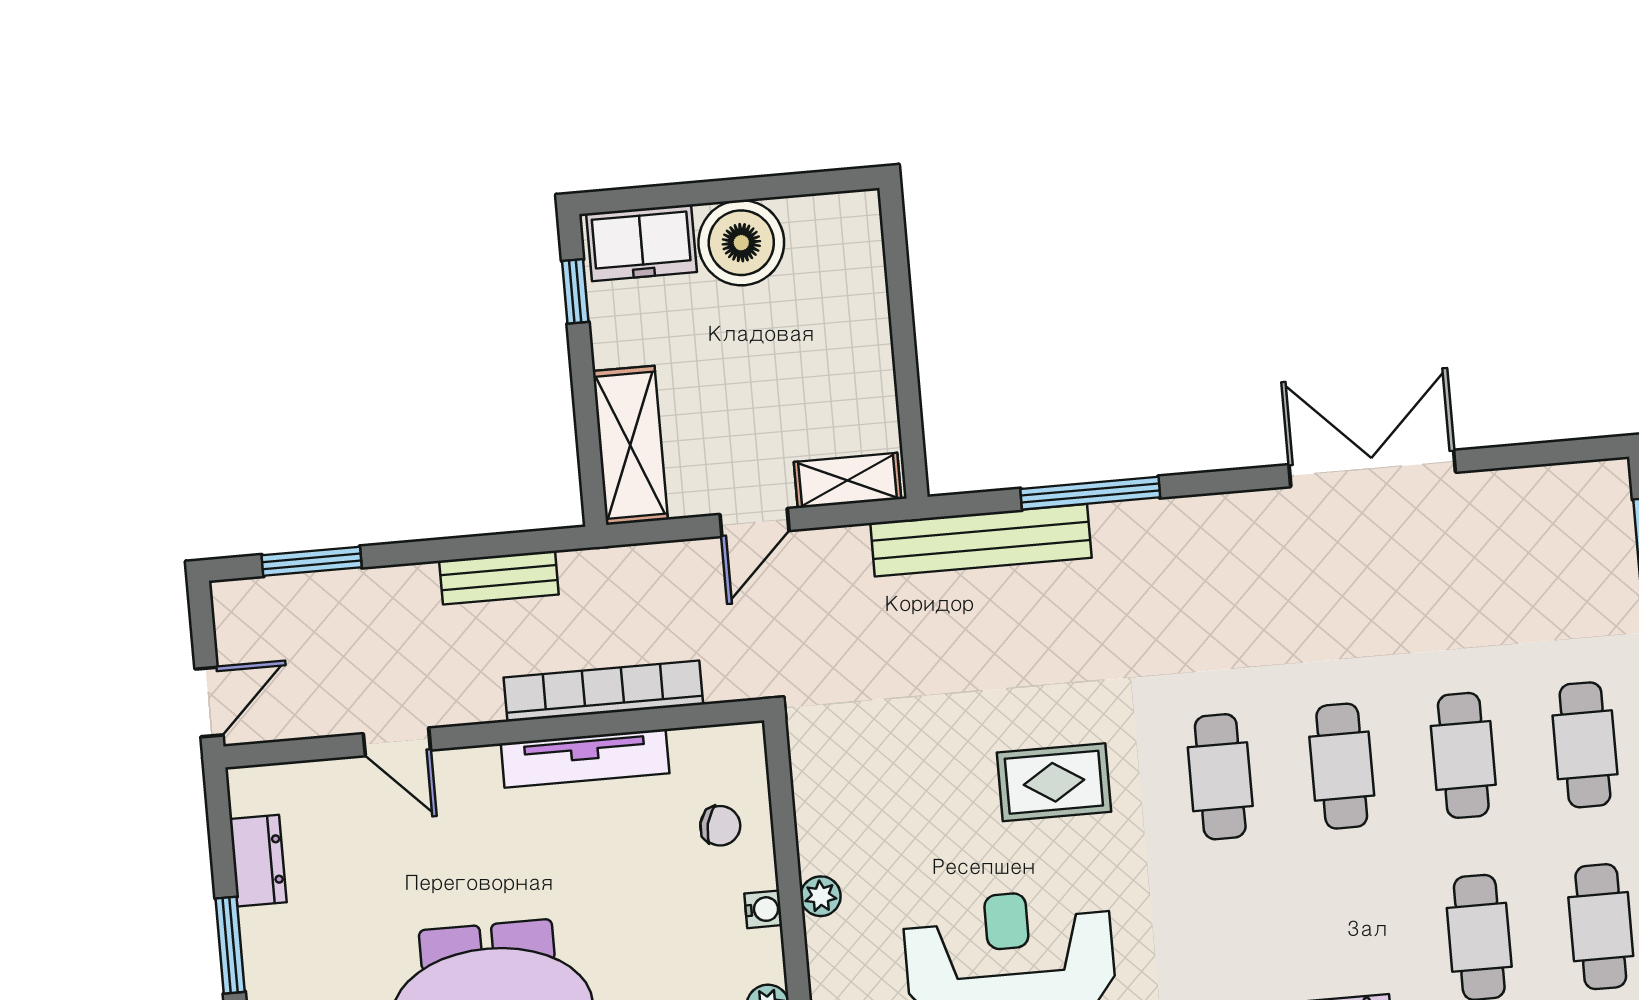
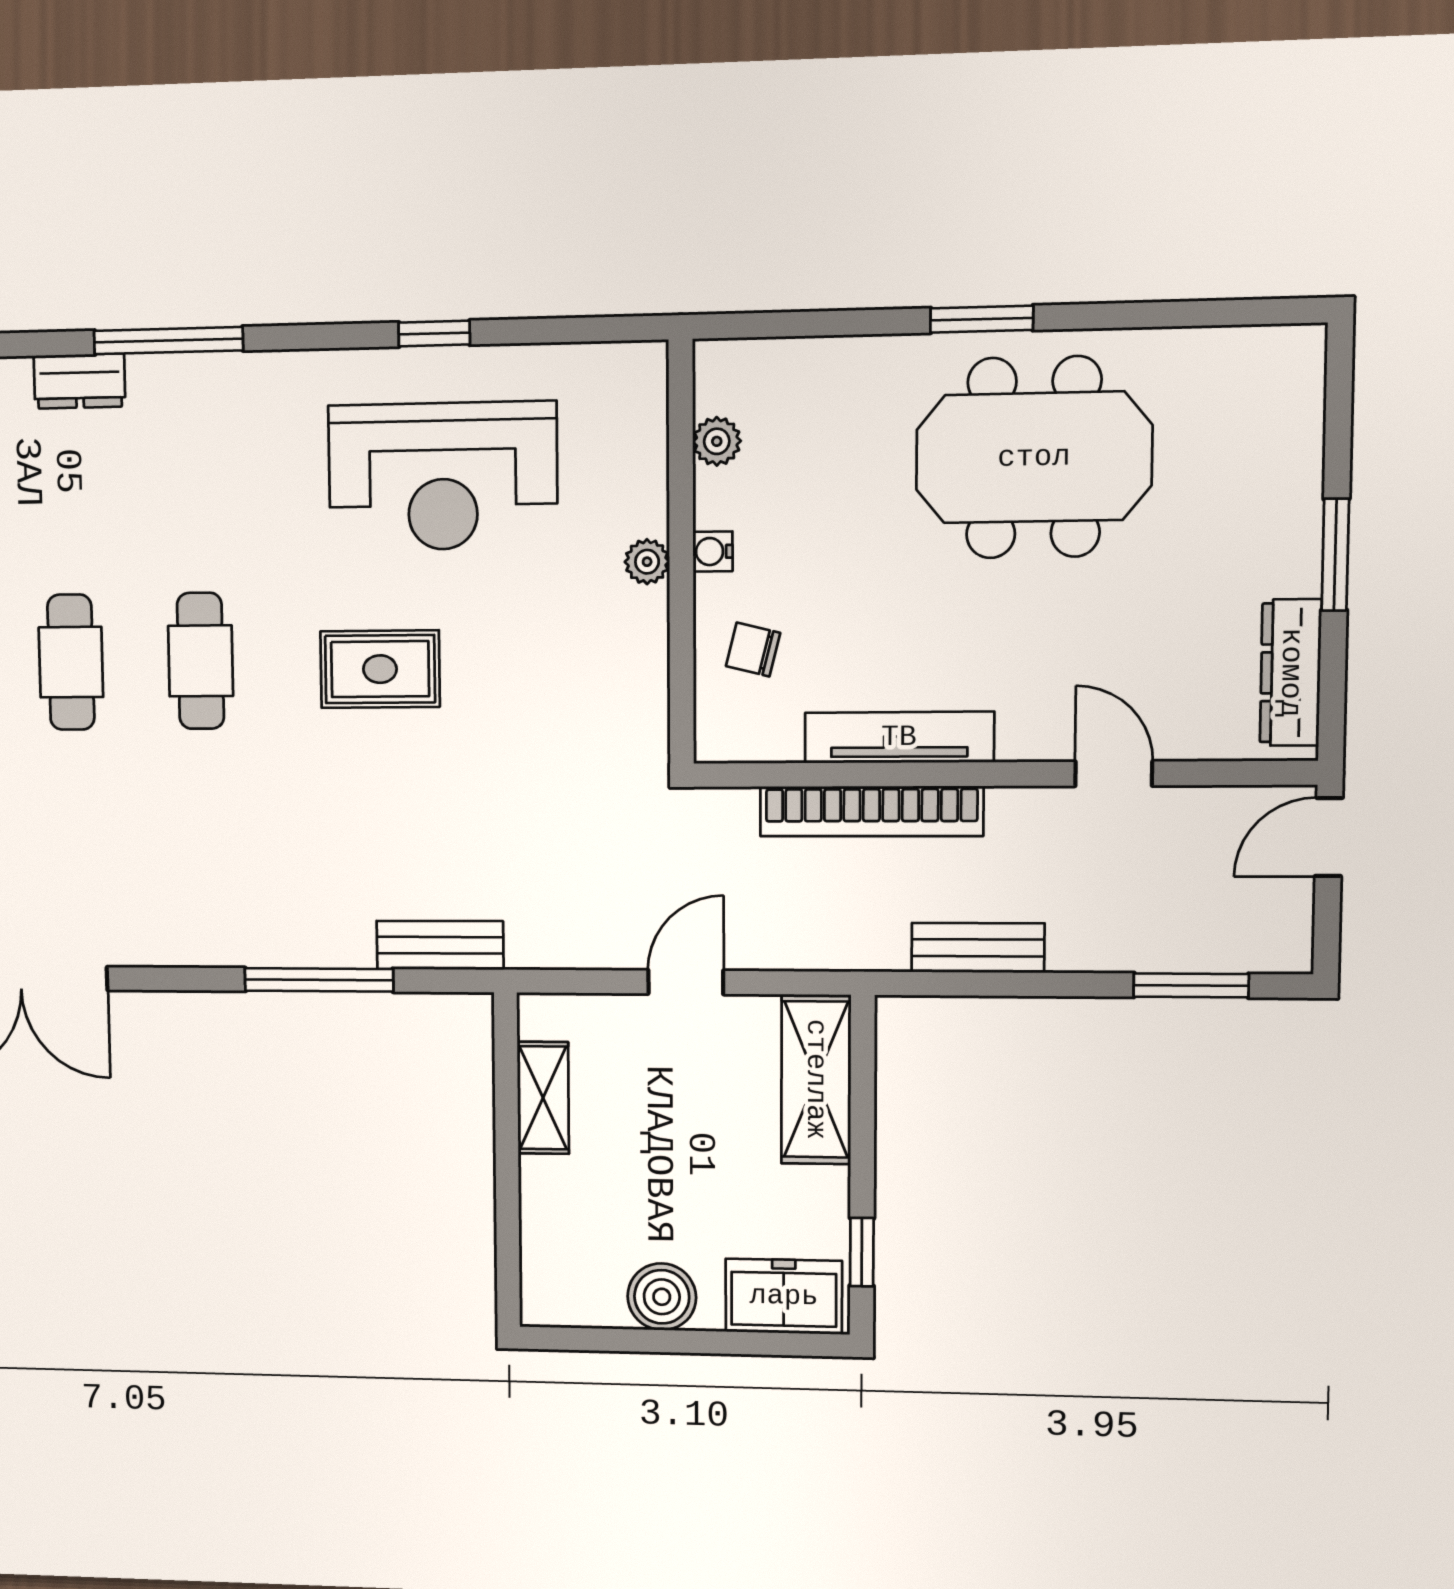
boiler: (741, 243) -> (662, 1297), width x0.73, depth x0.73
shelving: (848, 481) -> (543, 1098), moved, turned 90
bench: (981, 540) -> (440, 945), width x0.54, depth x0.82
dresser: (258, 861) -> (1291, 673), width x1.44

